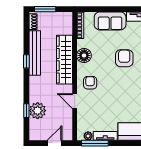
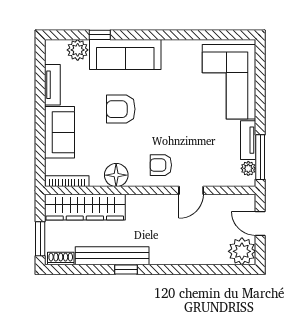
wardrobe: (64, 60) -> (85, 207), moved
window: (26, 111) -> (207, 270), removed
plant: (38, 111) -> (242, 251), moved

